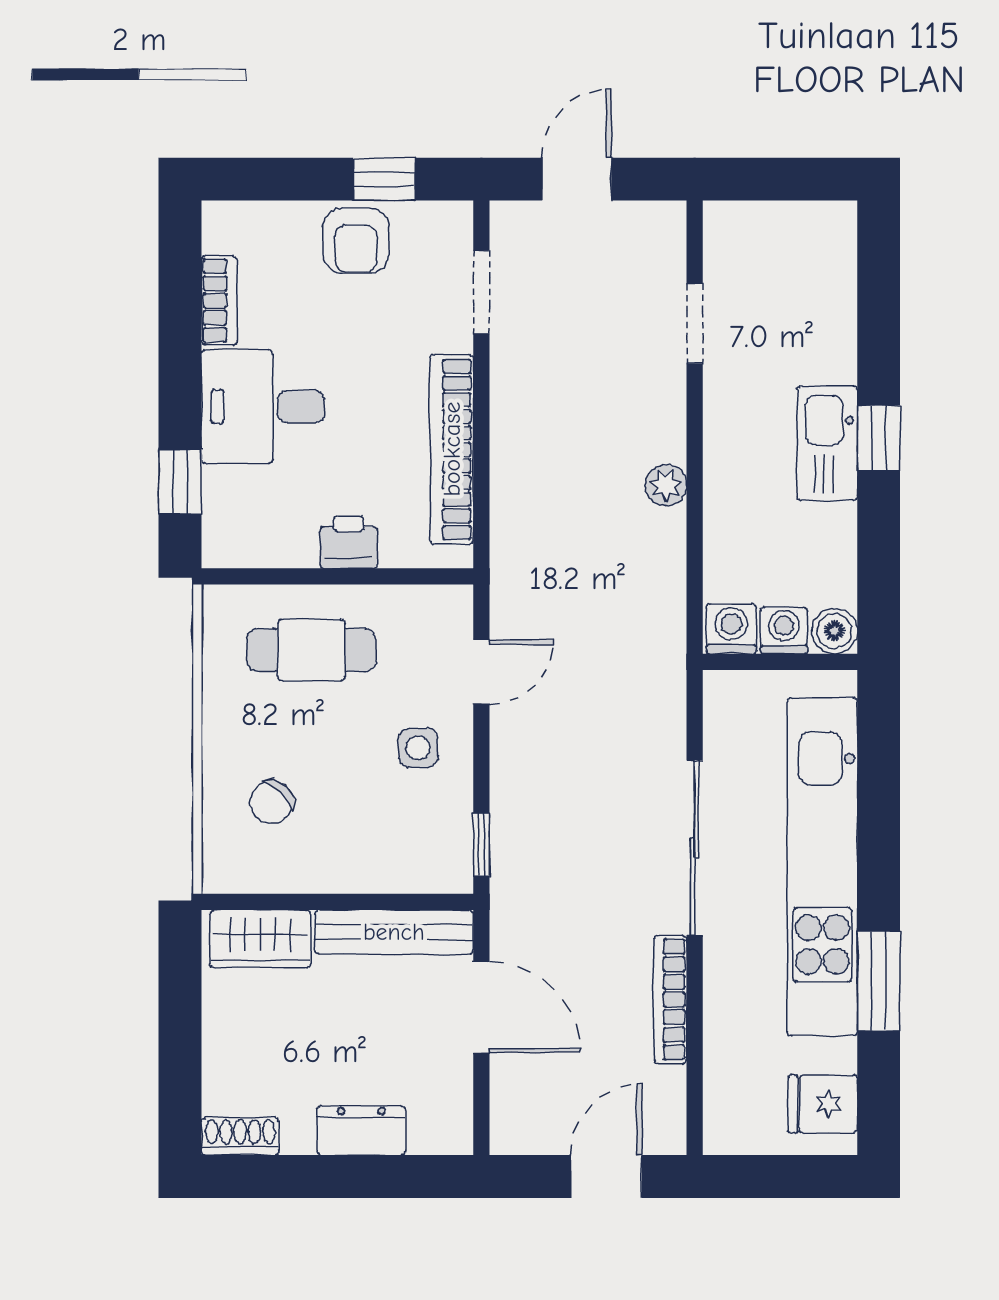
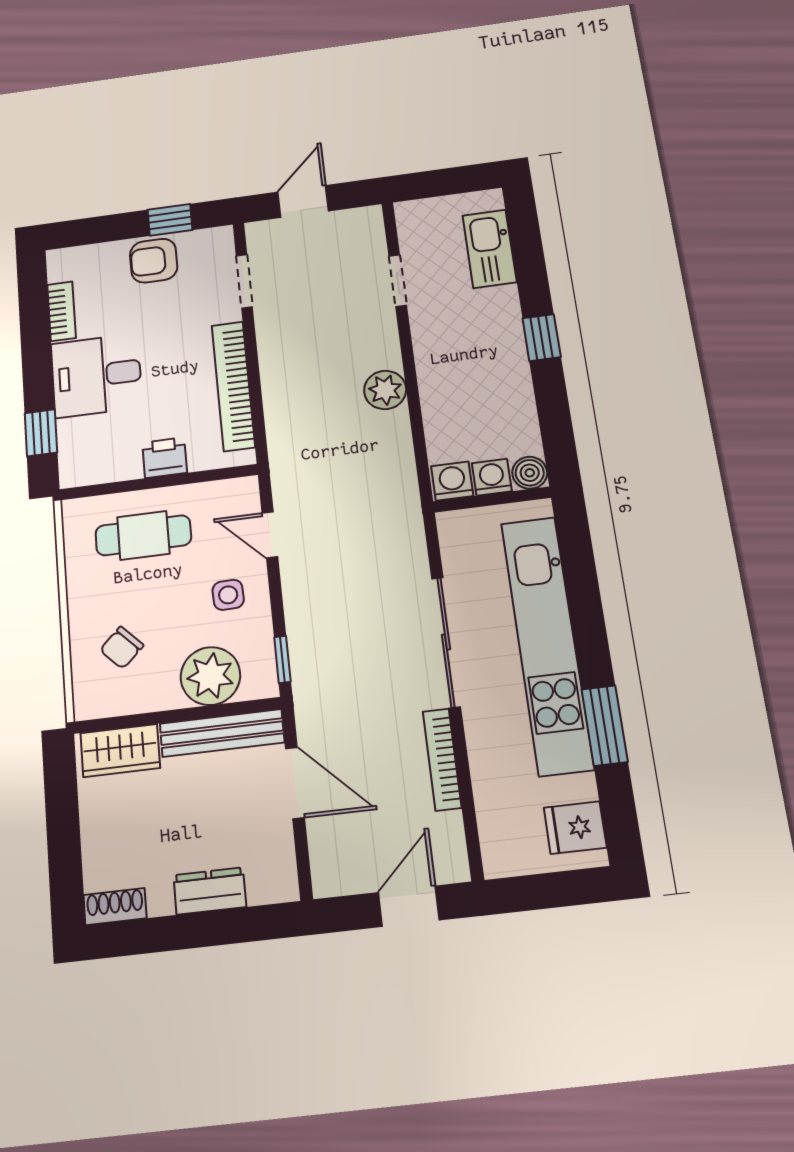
armchair: (356, 241) -> (154, 261), turned 90
kitchen sink: (827, 443) -> (489, 249), moved
plant: (666, 485) -> (385, 390), width x1.38, depth x1.38
door: (481, 672) -> (270, 535), swing flipped
plant: (385, 855) -> (210, 676), added

